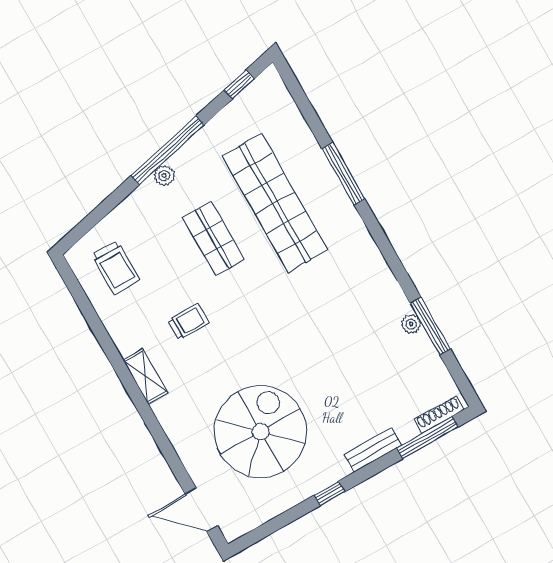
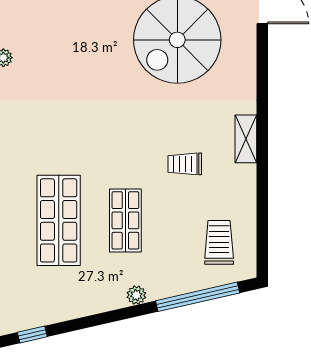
window: (168, 150) -> (198, 297), moved
shop shelf: (275, 203) -> (59, 220), width x0.71

